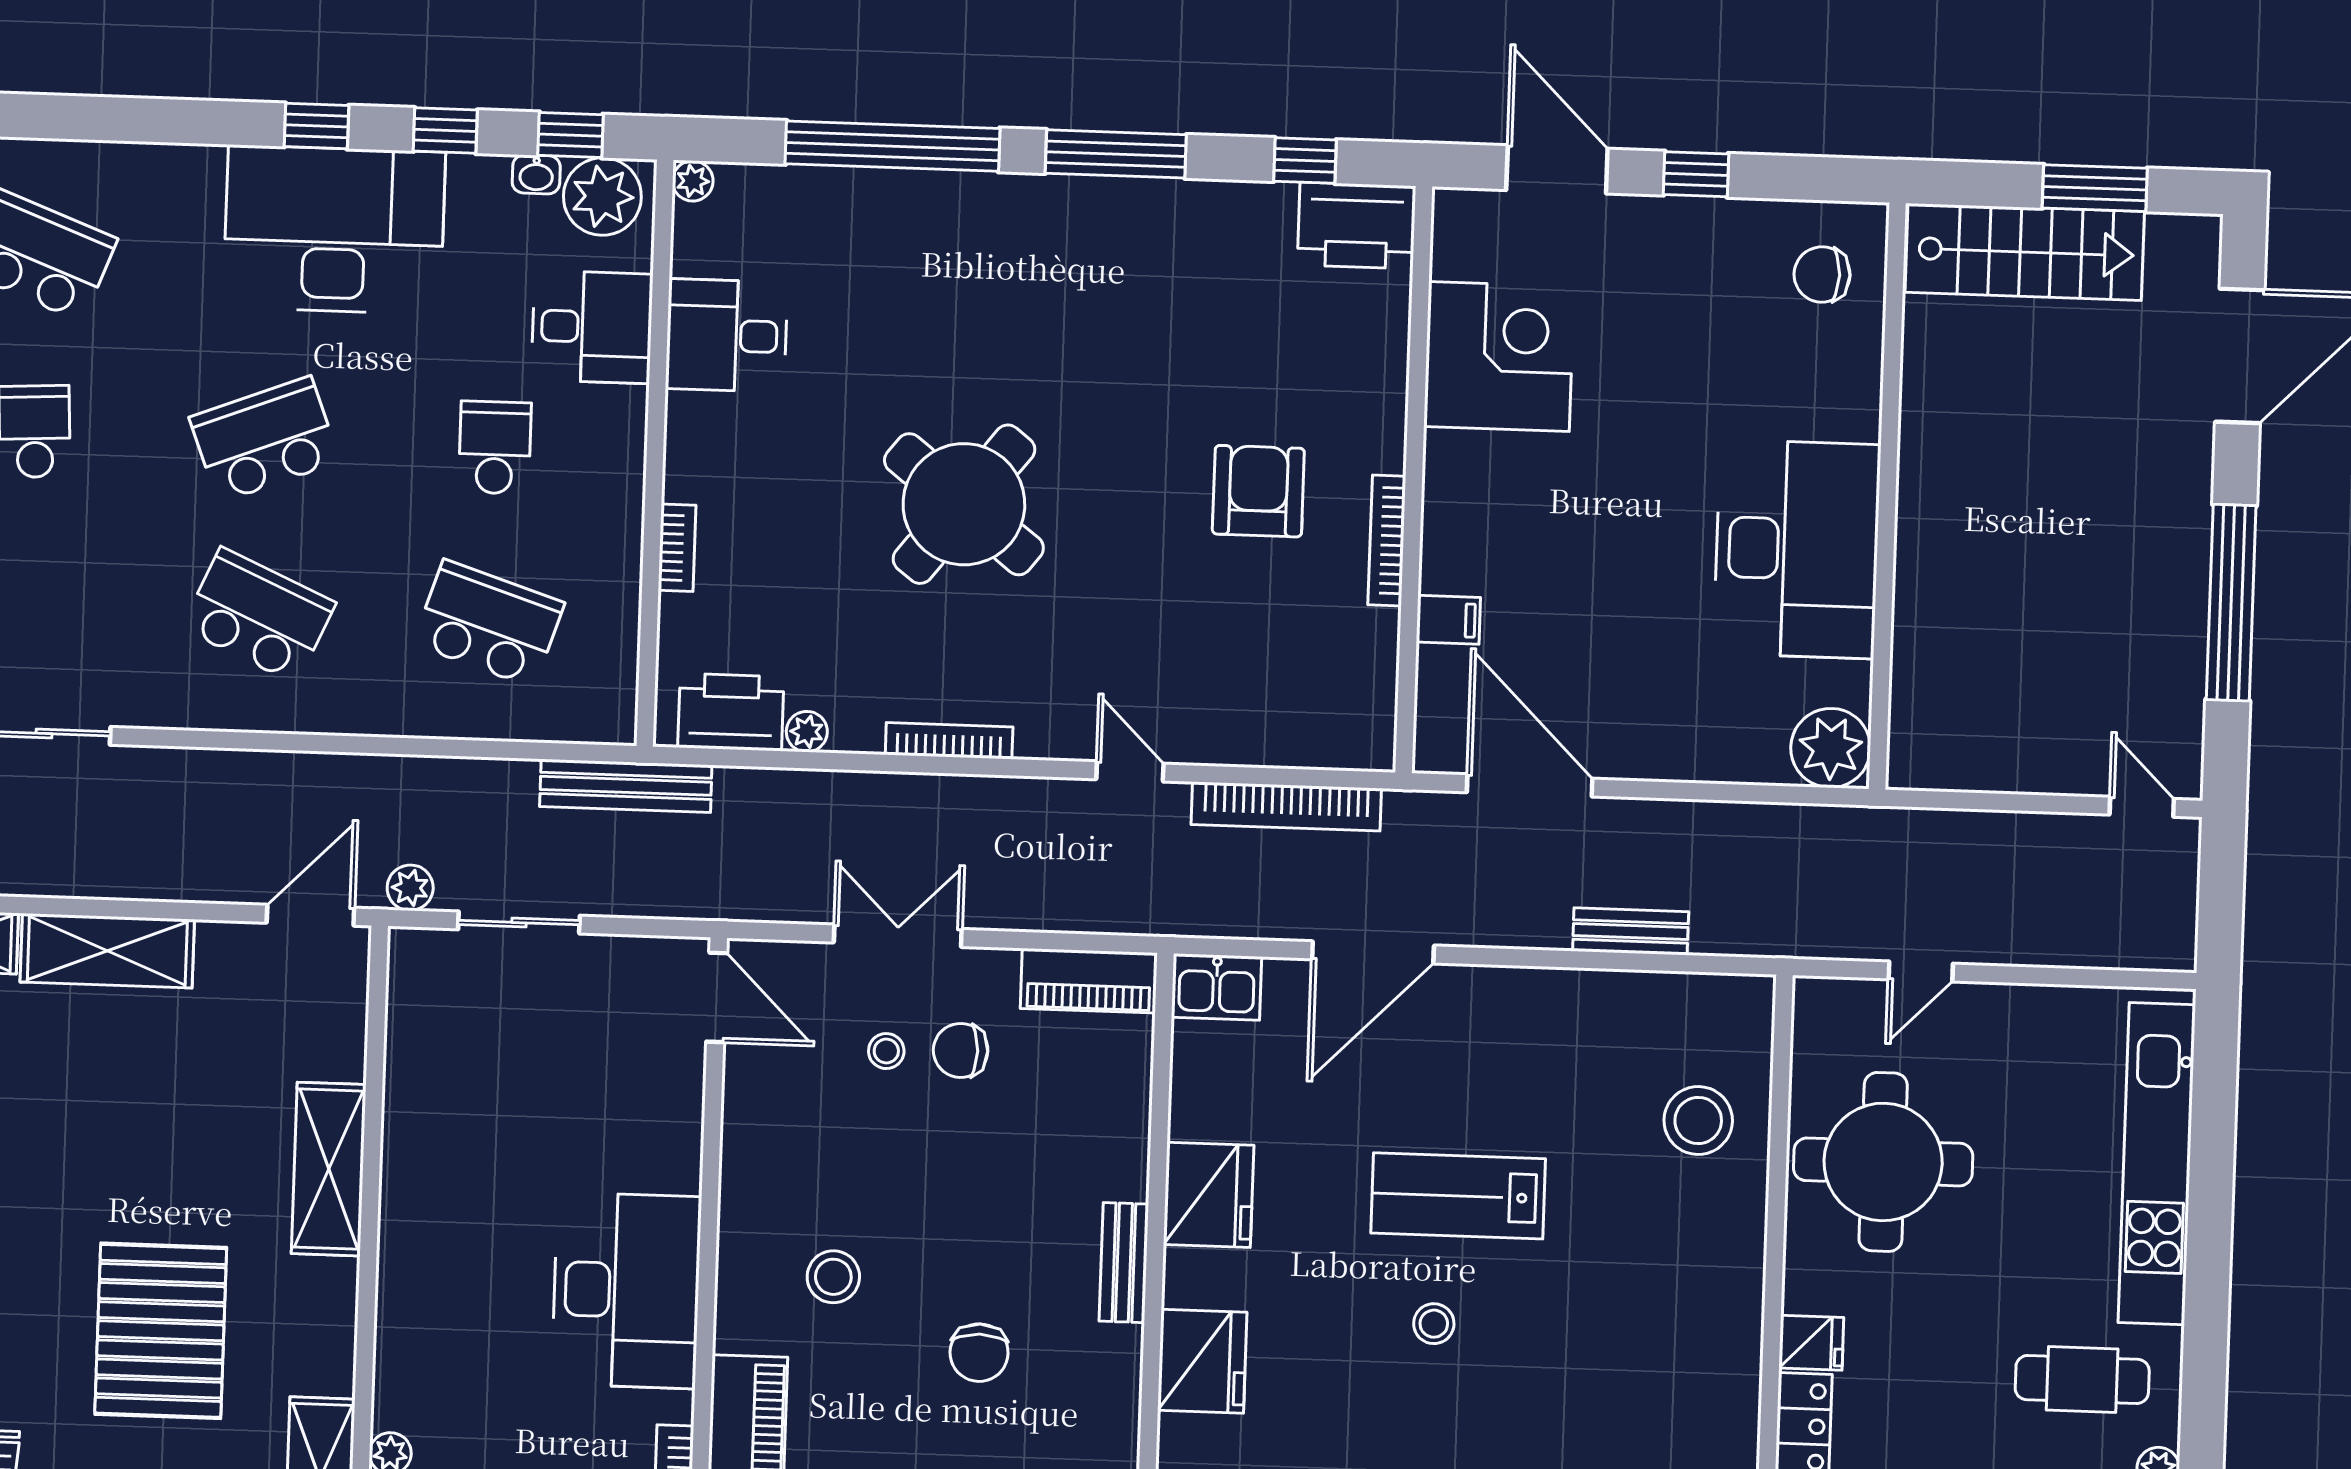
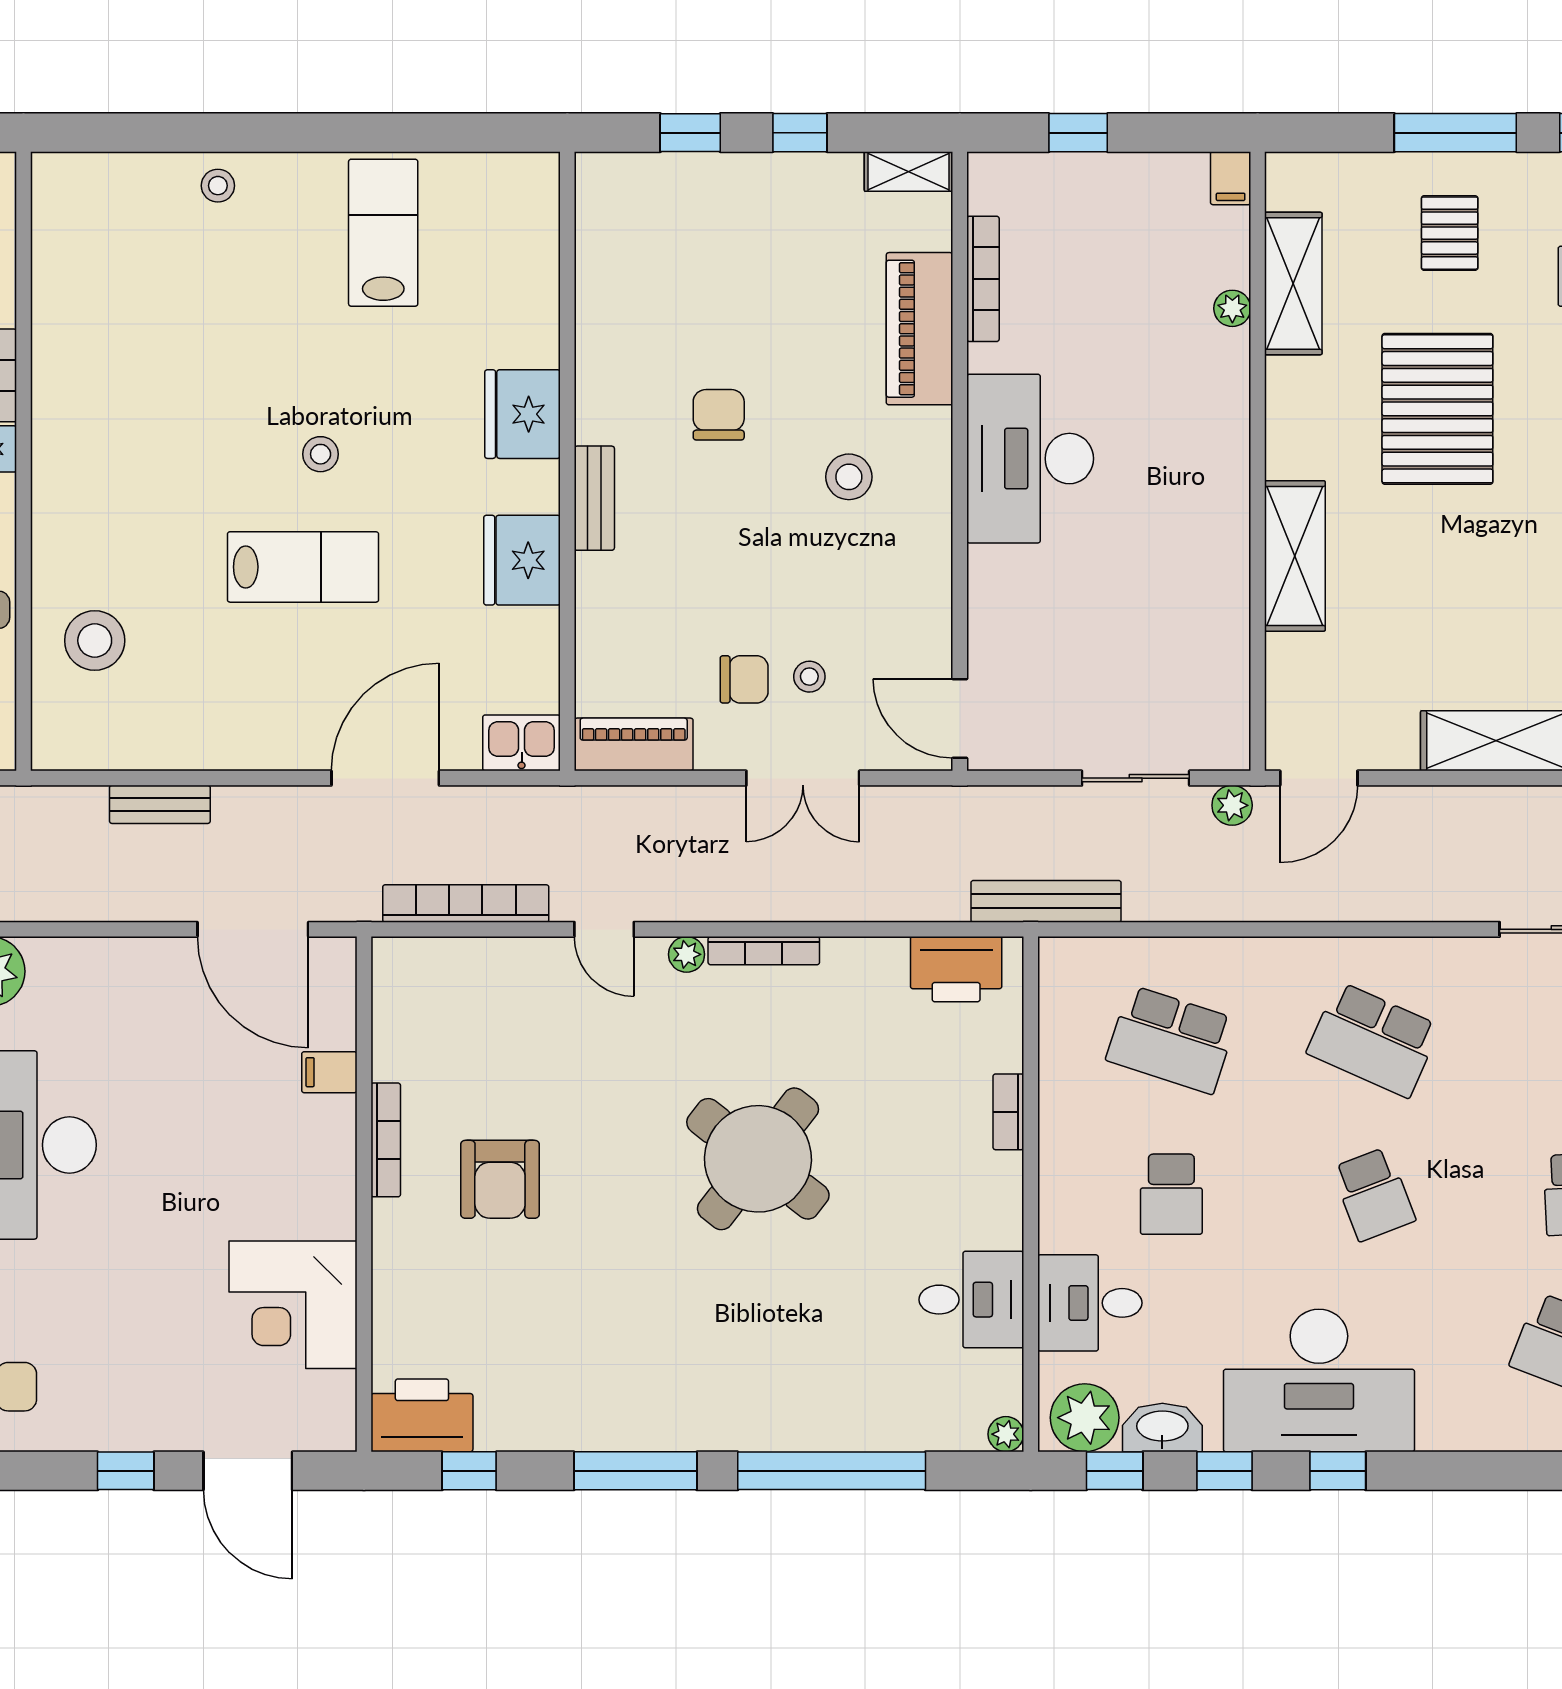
washbasin: (536, 174) -> (1162, 1428), width x1.91, depth x1.45
school desk: (265, 439) -> (1374, 1194), width x0.54
plant: (807, 732) -> (687, 954), moved

